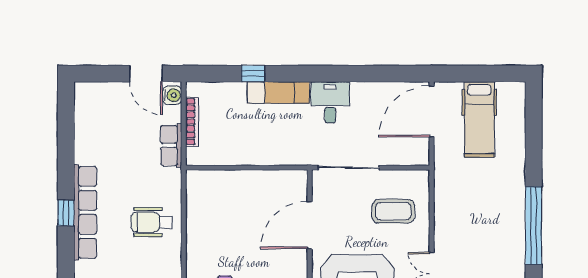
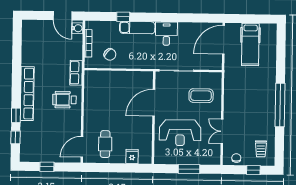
chair: (231, 141) -> (110, 54), added
row of seats: (171, 145) -> (76, 73), moved
window: (66, 213) -> (16, 115), moved

